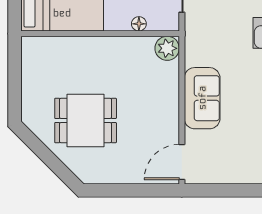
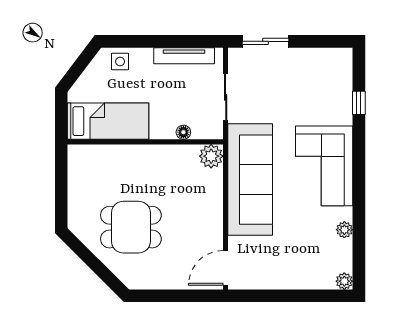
sofa: (202, 98) -> (250, 180), width x1.85, depth x1.27

